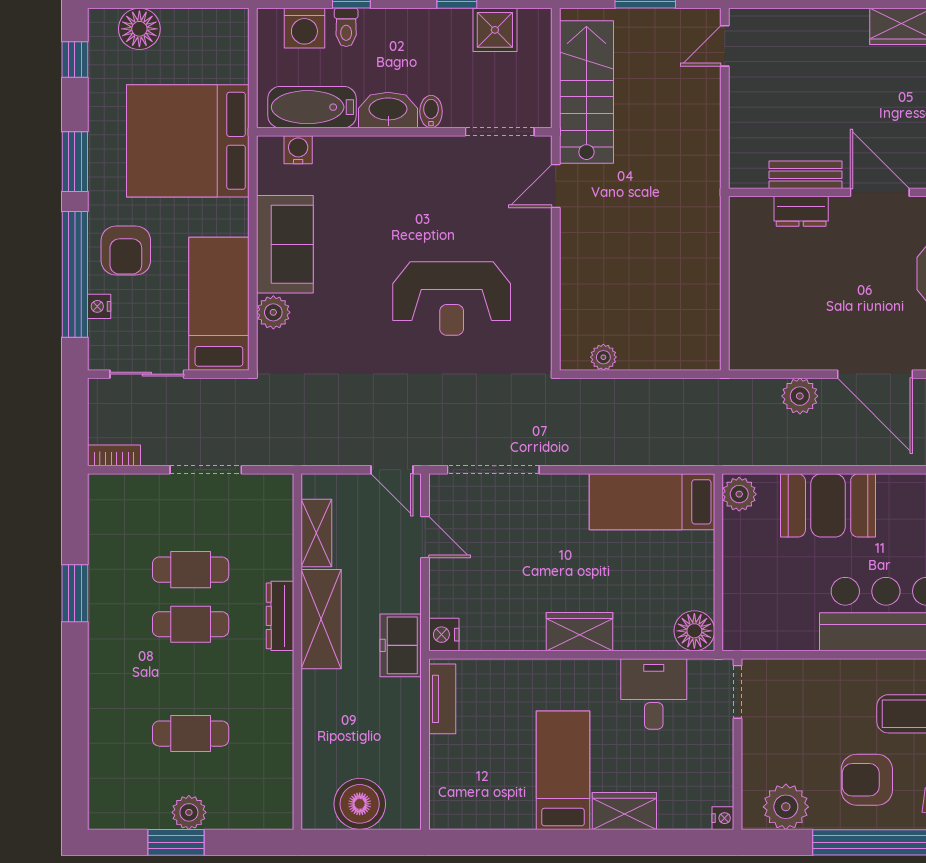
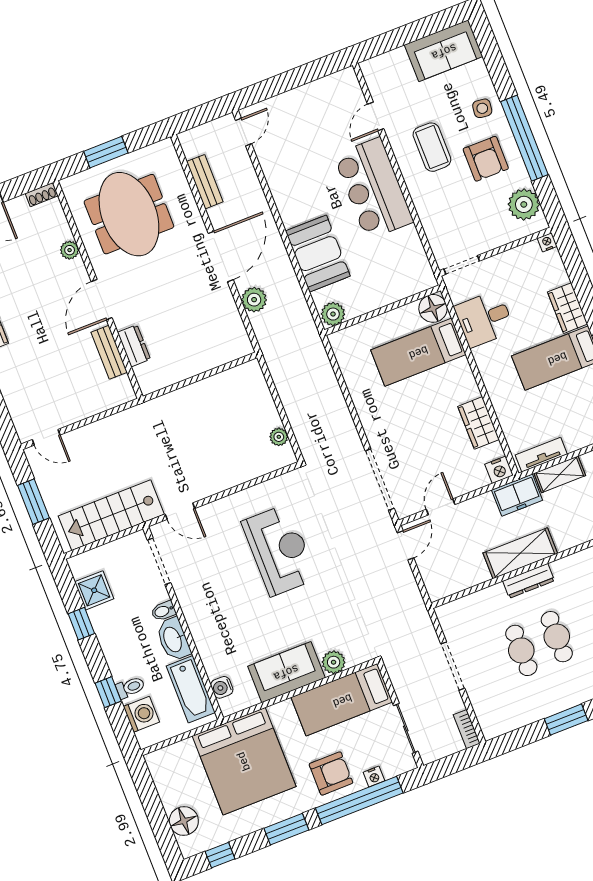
bed: (652, 502) -> (418, 352), moved, turned 90
shelving: (316, 533) -> (560, 474), moved
wardrobe: (580, 632) -> (479, 423), moved

